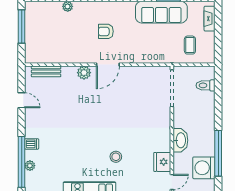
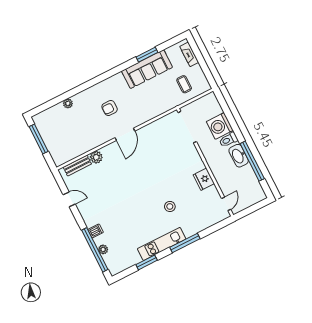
plant: (84, 73) -> (96, 157), moved
toilet: (206, 85) -> (228, 140), moved
washbasin: (180, 140) -> (239, 156), moved, turned 180
fridge: (162, 162) -> (204, 179), moved
washing machine: (204, 168) -> (220, 126), moved

